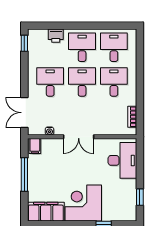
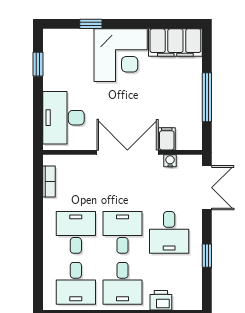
window: (24, 43) -> (207, 256), moved
desk: (82, 82) -> (122, 232), turned 180
desk: (114, 82) -> (76, 232), turned 180
double door: (79, 137) -> (127, 152), width x1.37
filing cabinet: (35, 146) -> (167, 139), moved

